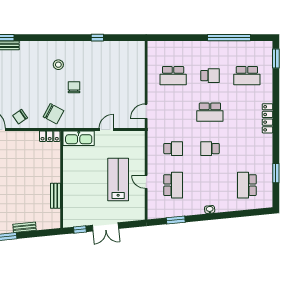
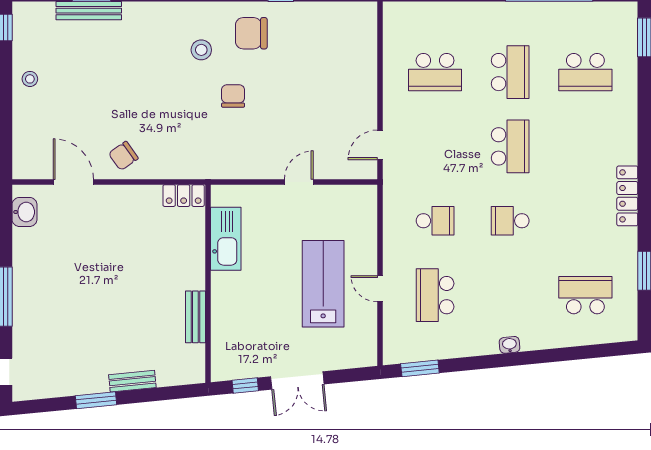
school desk: (210, 76) -> (510, 72), width x1.85
school desk: (210, 112) -> (510, 146), turned -90
chair: (53, 114) -> (251, 33), moved, turned 152
locker: (267, 118) -> (627, 196), moved
kitchen sink: (79, 138) -> (226, 239), moved, turned -90
school desk: (173, 185) -> (435, 295), turned 180
school desk: (247, 185) -> (585, 295), turned 90
window: (176, 220) -> (420, 368), moved

